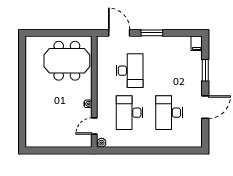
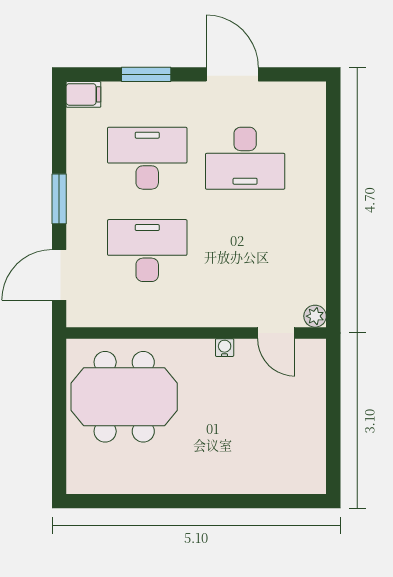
meeting table: (67, 61) -> (124, 397), turned 90
desk: (130, 113) -> (147, 158), moved, turned 180

